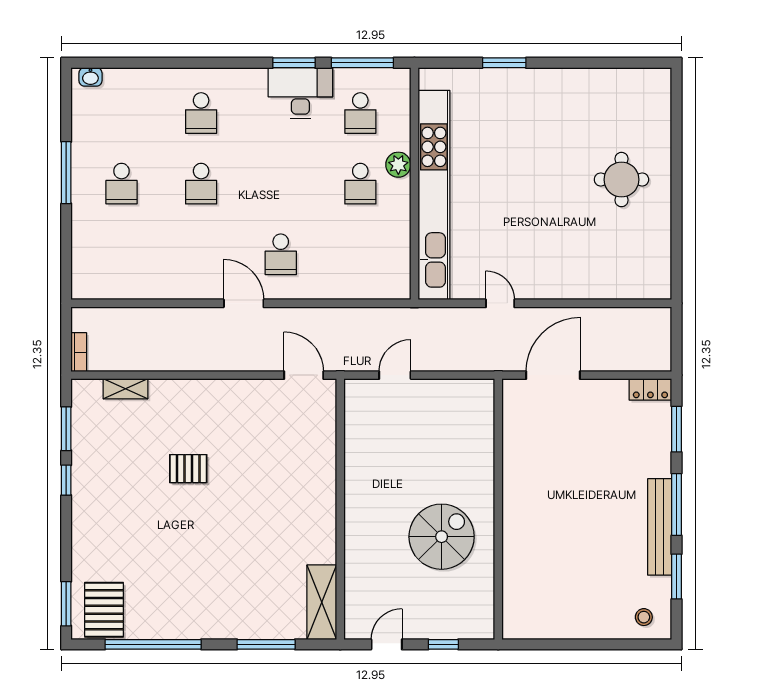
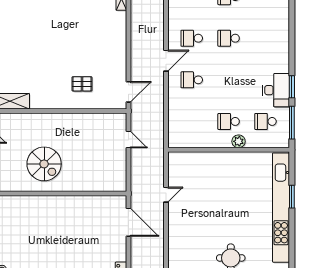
school desk: (201, 113) -> (192, 38), moved
kitchen unit: (434, 195) -> (281, 208), moved, turned 90
pallet: (188, 469) -> (82, 84), moved, turned 90

